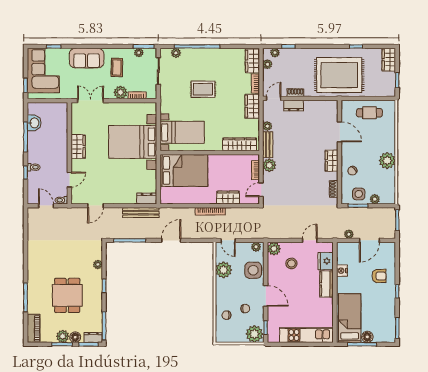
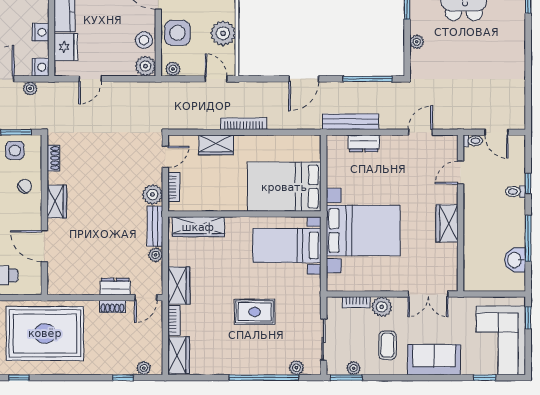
plant: (267, 64) -> (155, 350), removed
dresser: (147, 198) -> (364, 143), moved
nightstand: (342, 248) -> (40, 67), added
stool: (291, 263) -> (144, 40), moved

